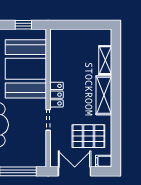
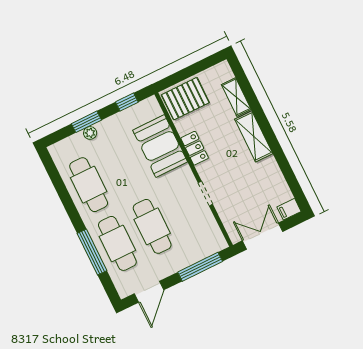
booth: (26, 69) -> (160, 146), width x0.73, depth x0.70
locker: (56, 95) -> (195, 148), moved
pallet: (88, 136) -> (185, 99), moved

